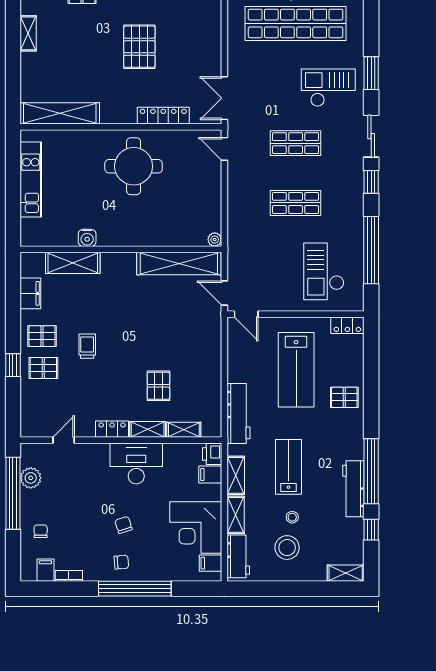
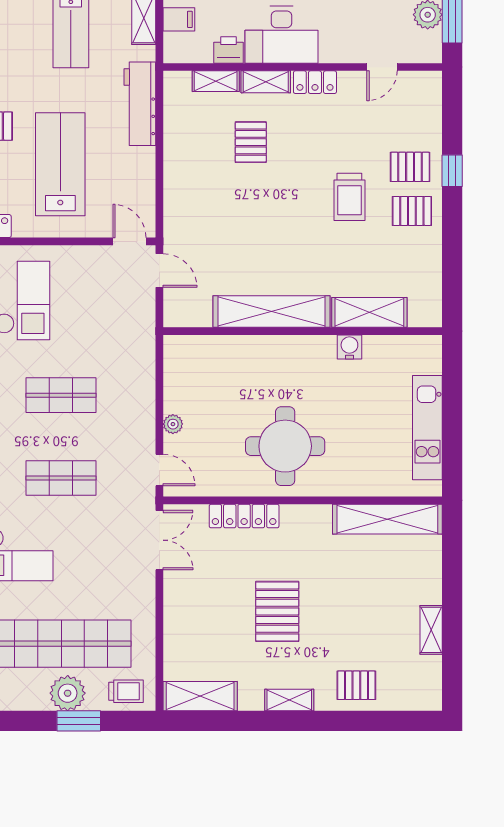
plant: (215, 240) -> (173, 424), moved
shelving: (179, 263) -> (271, 311), moved
filing cabinet: (30, 293) -> (428, 270), removed
trolley: (87, 346) -> (349, 197), width x1.36, depth x1.39
printer: (212, 454) -> (229, 50), moved, turned -90

